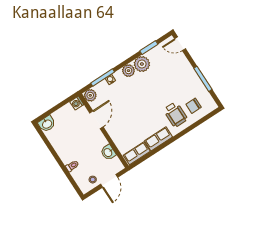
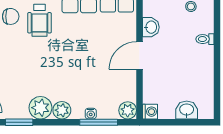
wheelchair: (175, 114) -> (39, 20), turned 180
door: (96, 120) -> (139, 55), moved
washbasin: (47, 124) -> (187, 110), moved

